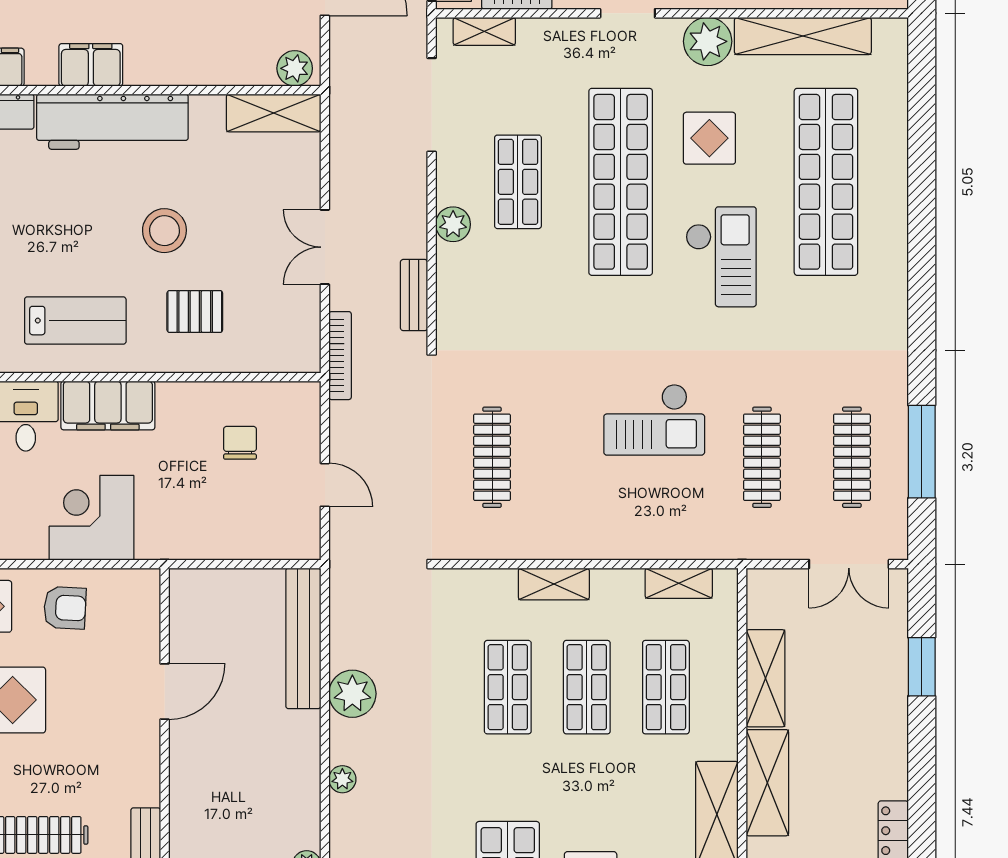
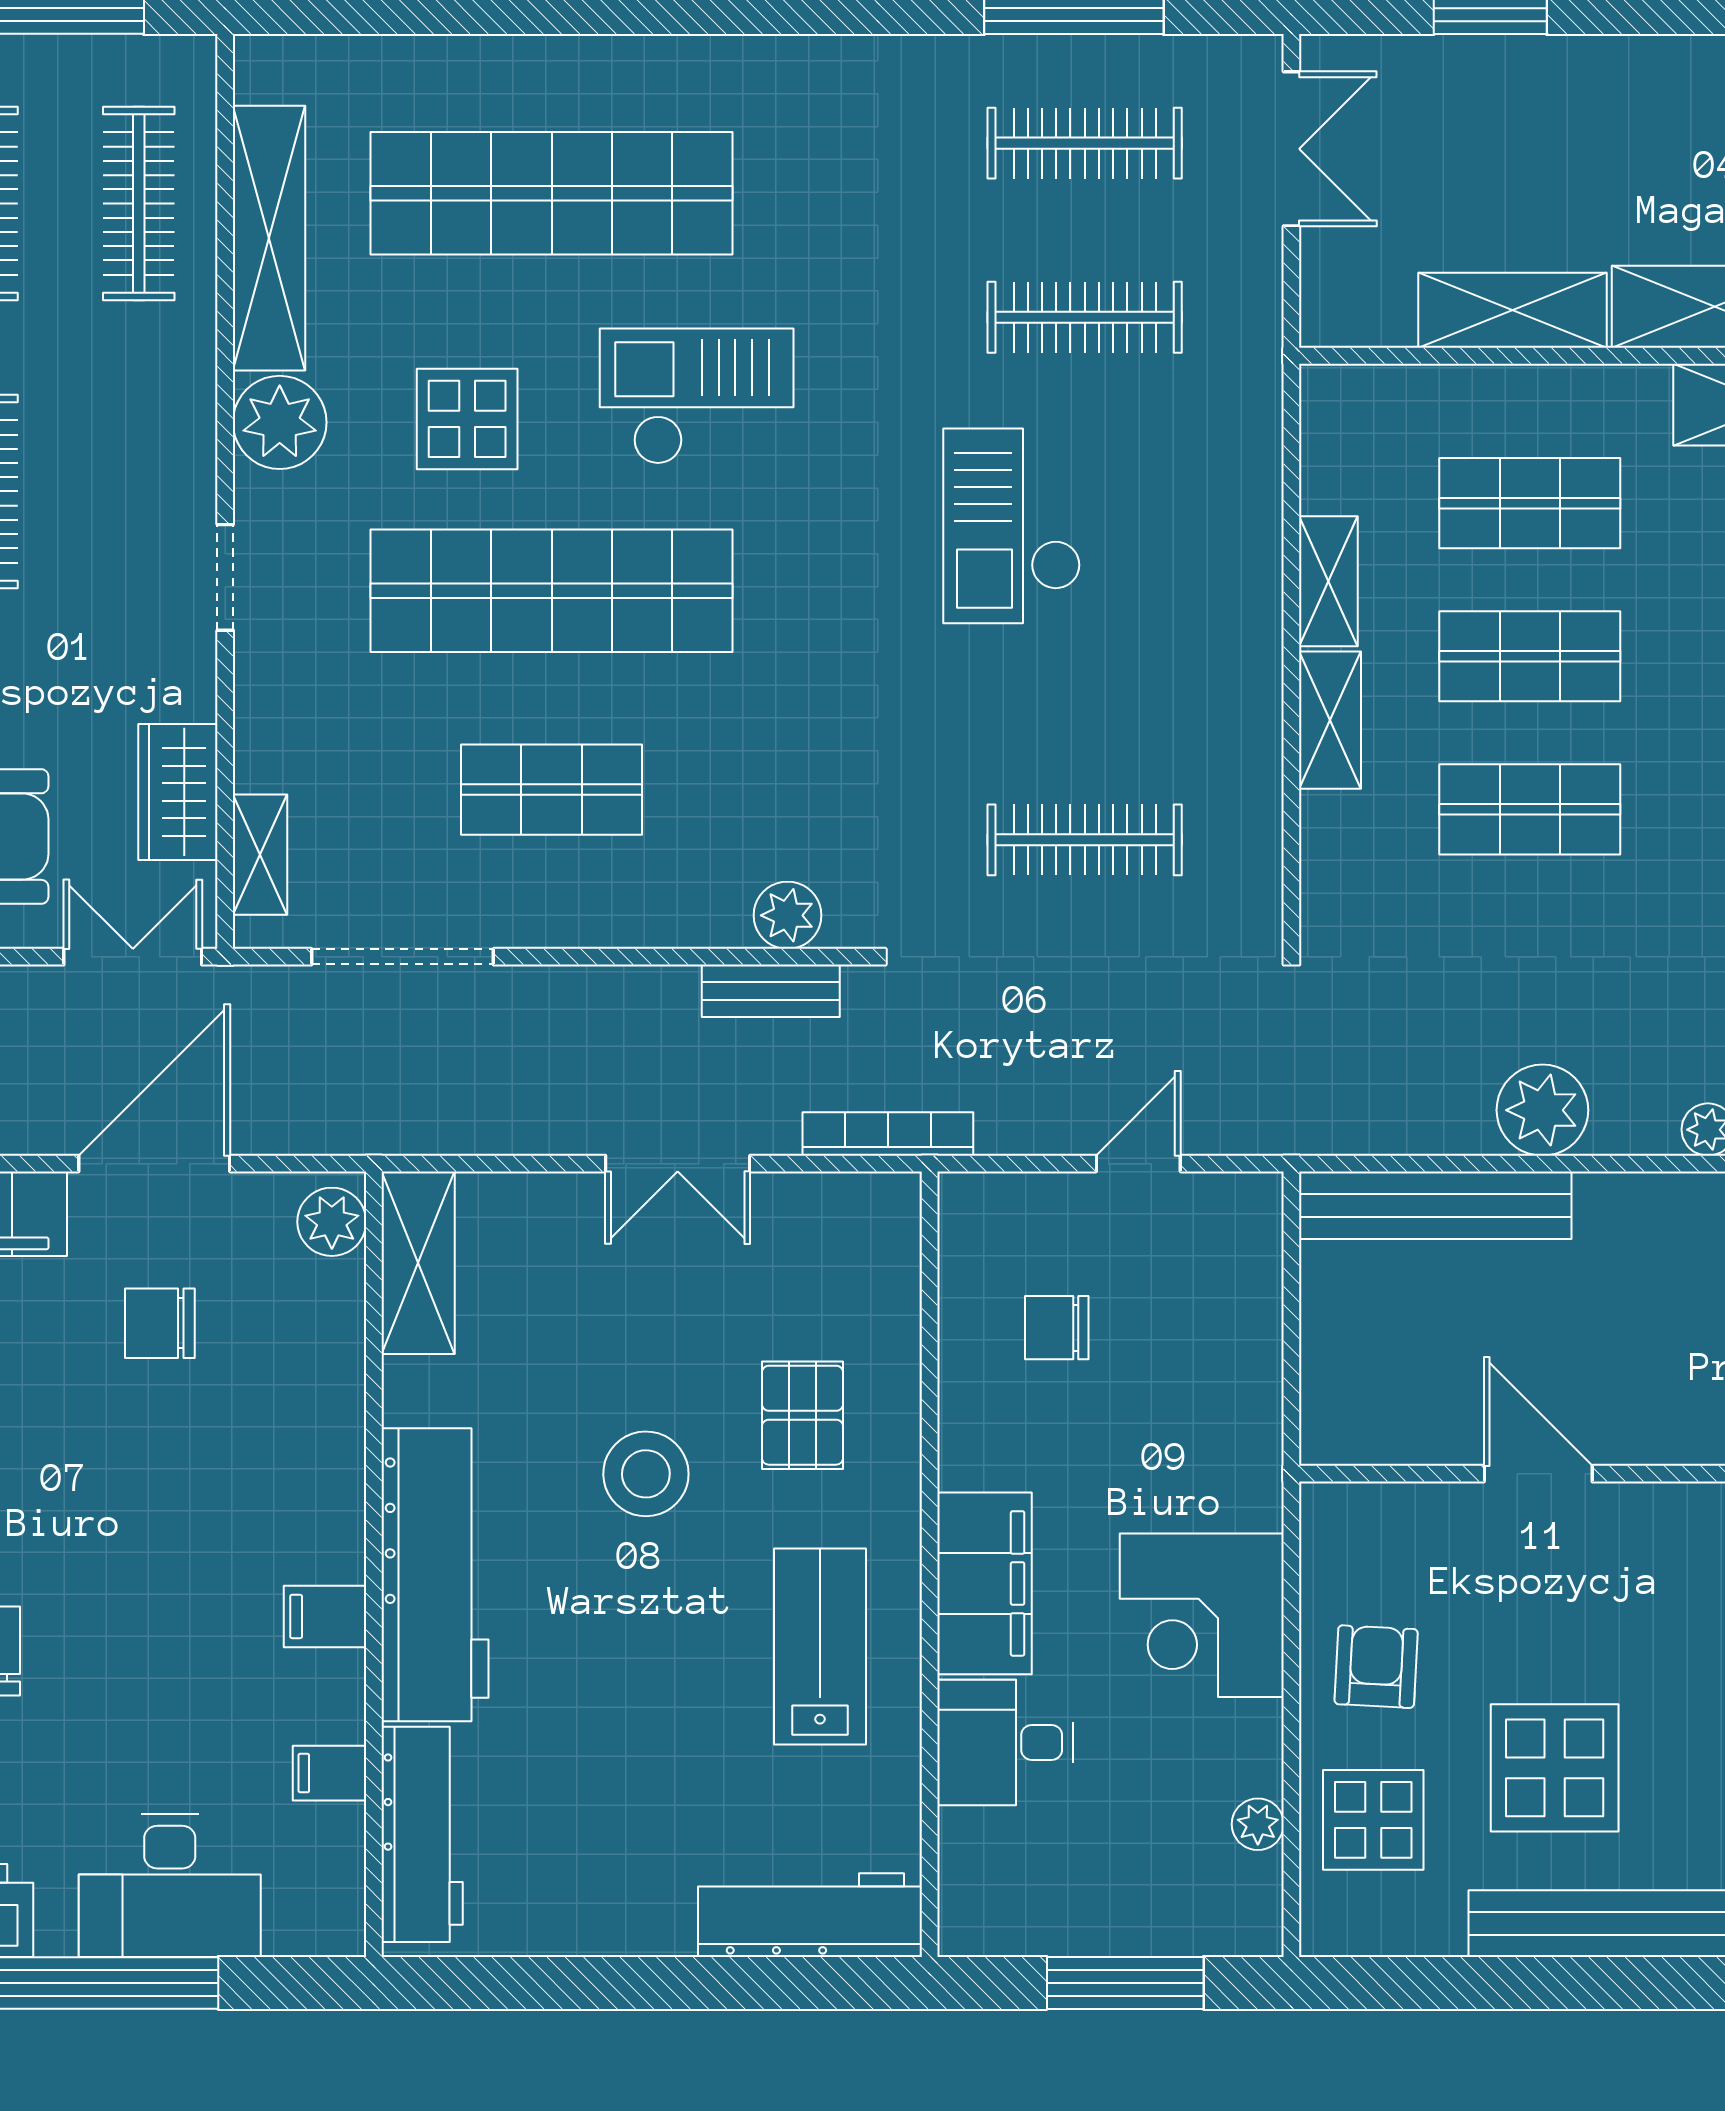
filing cabinet: (91, 65) -> (325, 1616), width x0.50
plant: (453, 224) -> (787, 915), moved
checkout: (654, 420) -> (1012, 526), turned 180
shelving: (679, 583) -> (1328, 581), moved

